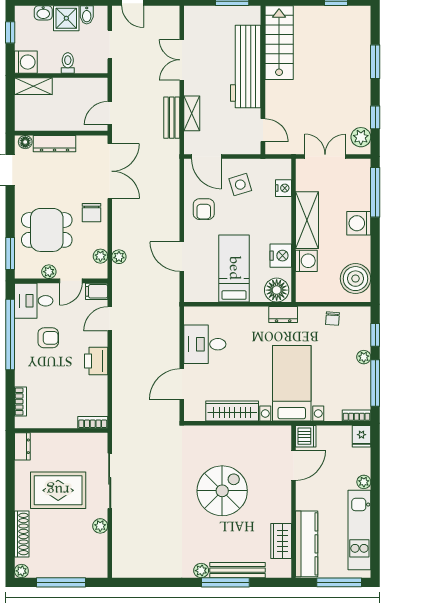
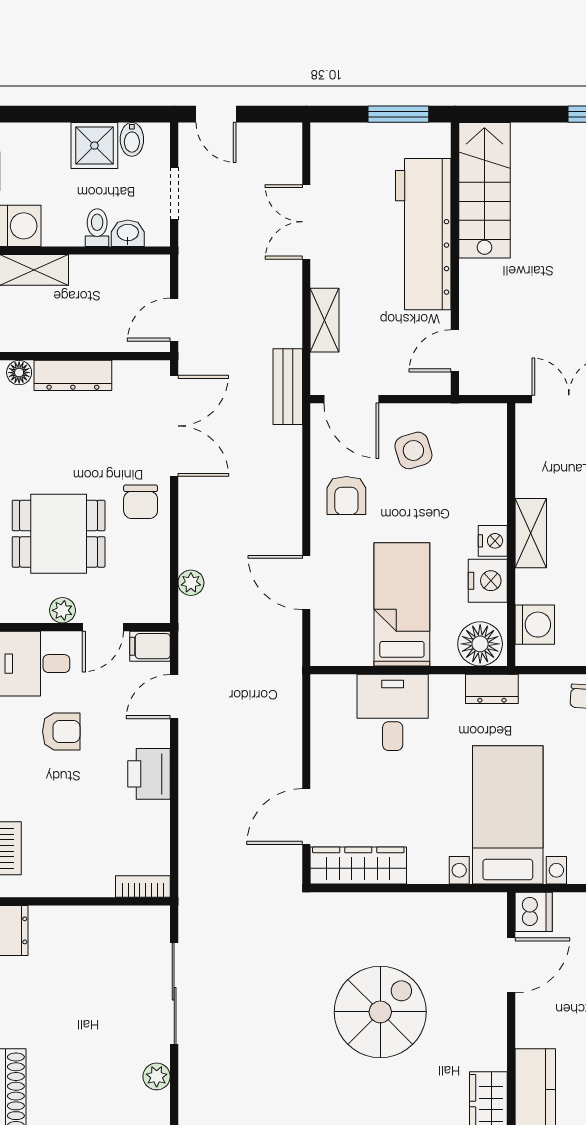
washbasin: (43, 13) -> (128, 233), moved, turned 180
bench: (172, 118) -> (288, 387), moved
door: (263, 130) -> (455, 351), swing flipped
nightstand: (284, 188) -> (493, 541), moved
shelving: (307, 220) -> (531, 533), width x0.67, depth x0.75
plant: (100, 256) -> (157, 582), removed
washing machine: (306, 261) -> (535, 625), moved
desk: (205, 344) -> (393, 712), moved, turned 90
wardrobe: (232, 411) -> (358, 866), moved
rug: (58, 490) -> (79, 1011), removed

